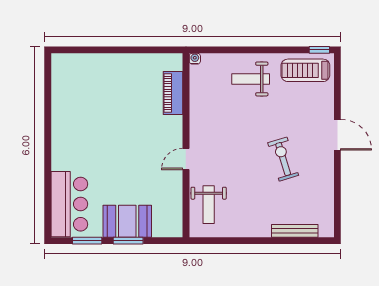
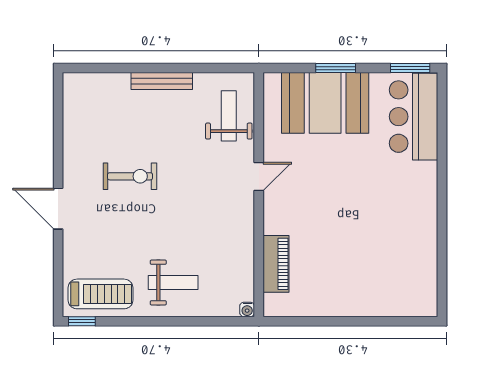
exercise bike: (283, 159) -> (130, 176), turned -73
booth: (127, 221) -> (325, 103), width x1.36, depth x1.42
bench: (295, 231) -> (162, 81), moved
window: (87, 241) -> (410, 68), moved

